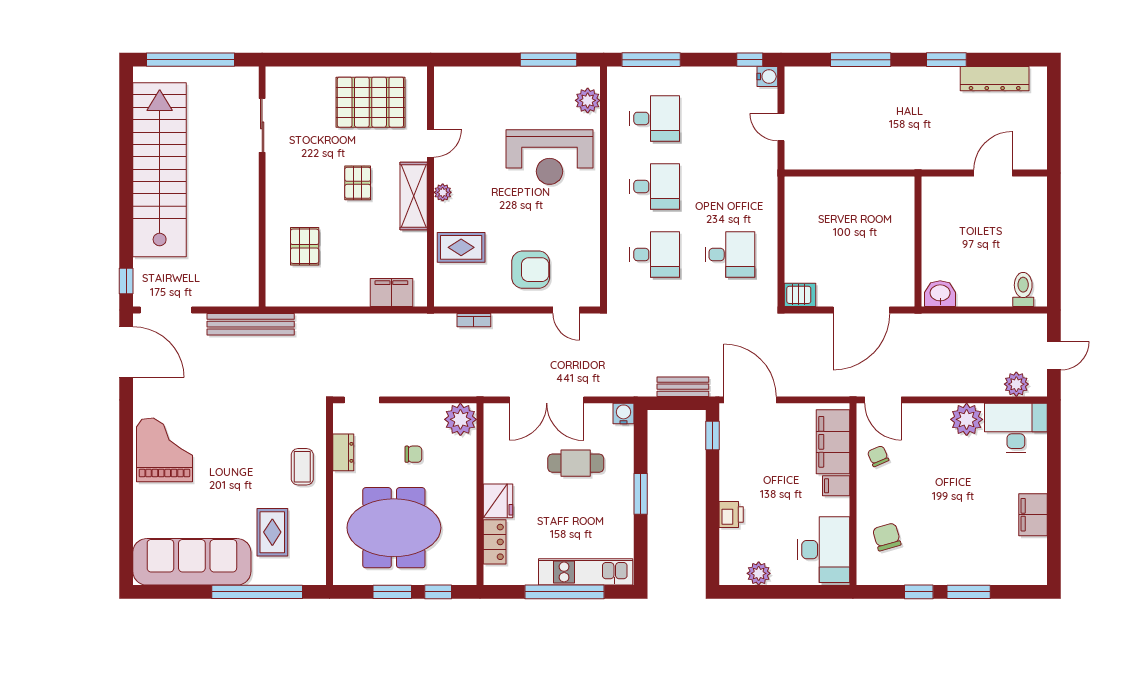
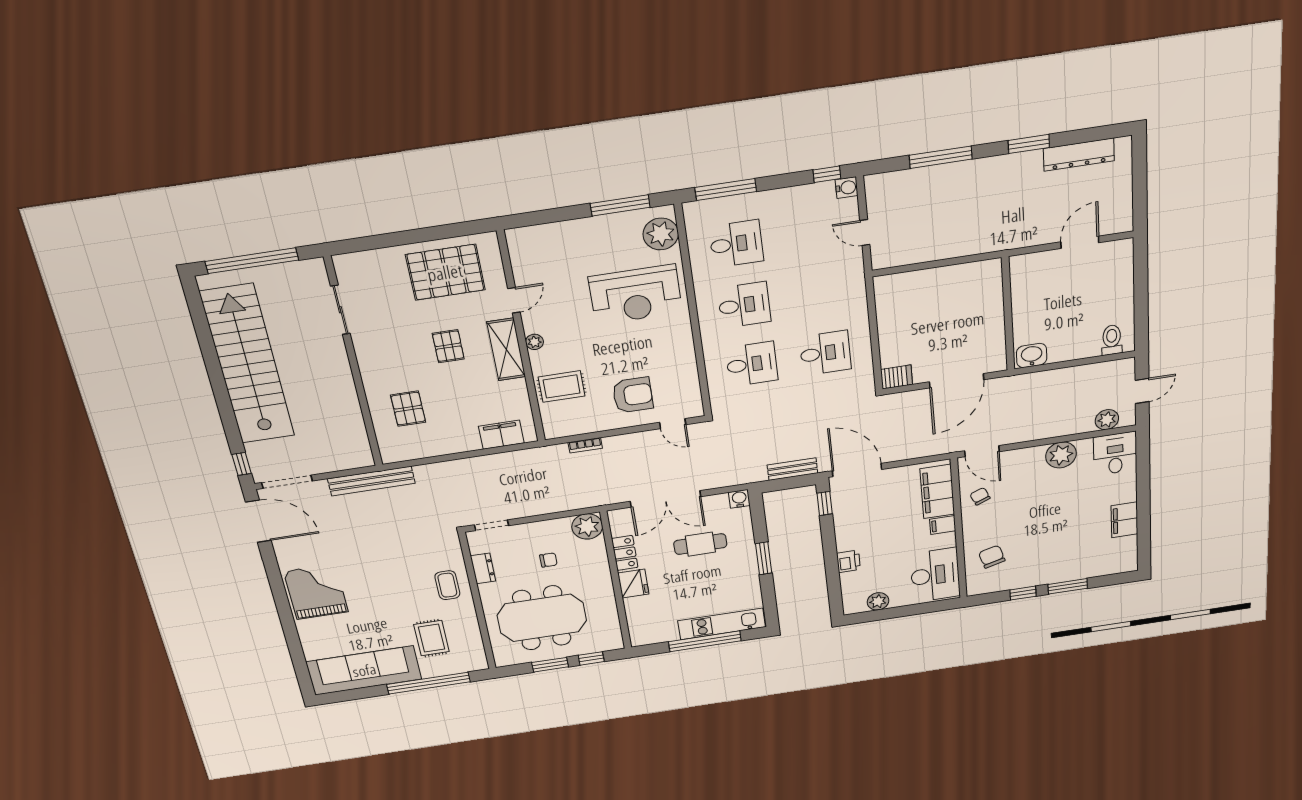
plant: (588, 100) -> (661, 234), width x1.36, depth x1.36
desk: (1016, 428) -> (1115, 453), width x0.73
locker: (495, 542) -> (625, 553), moved

